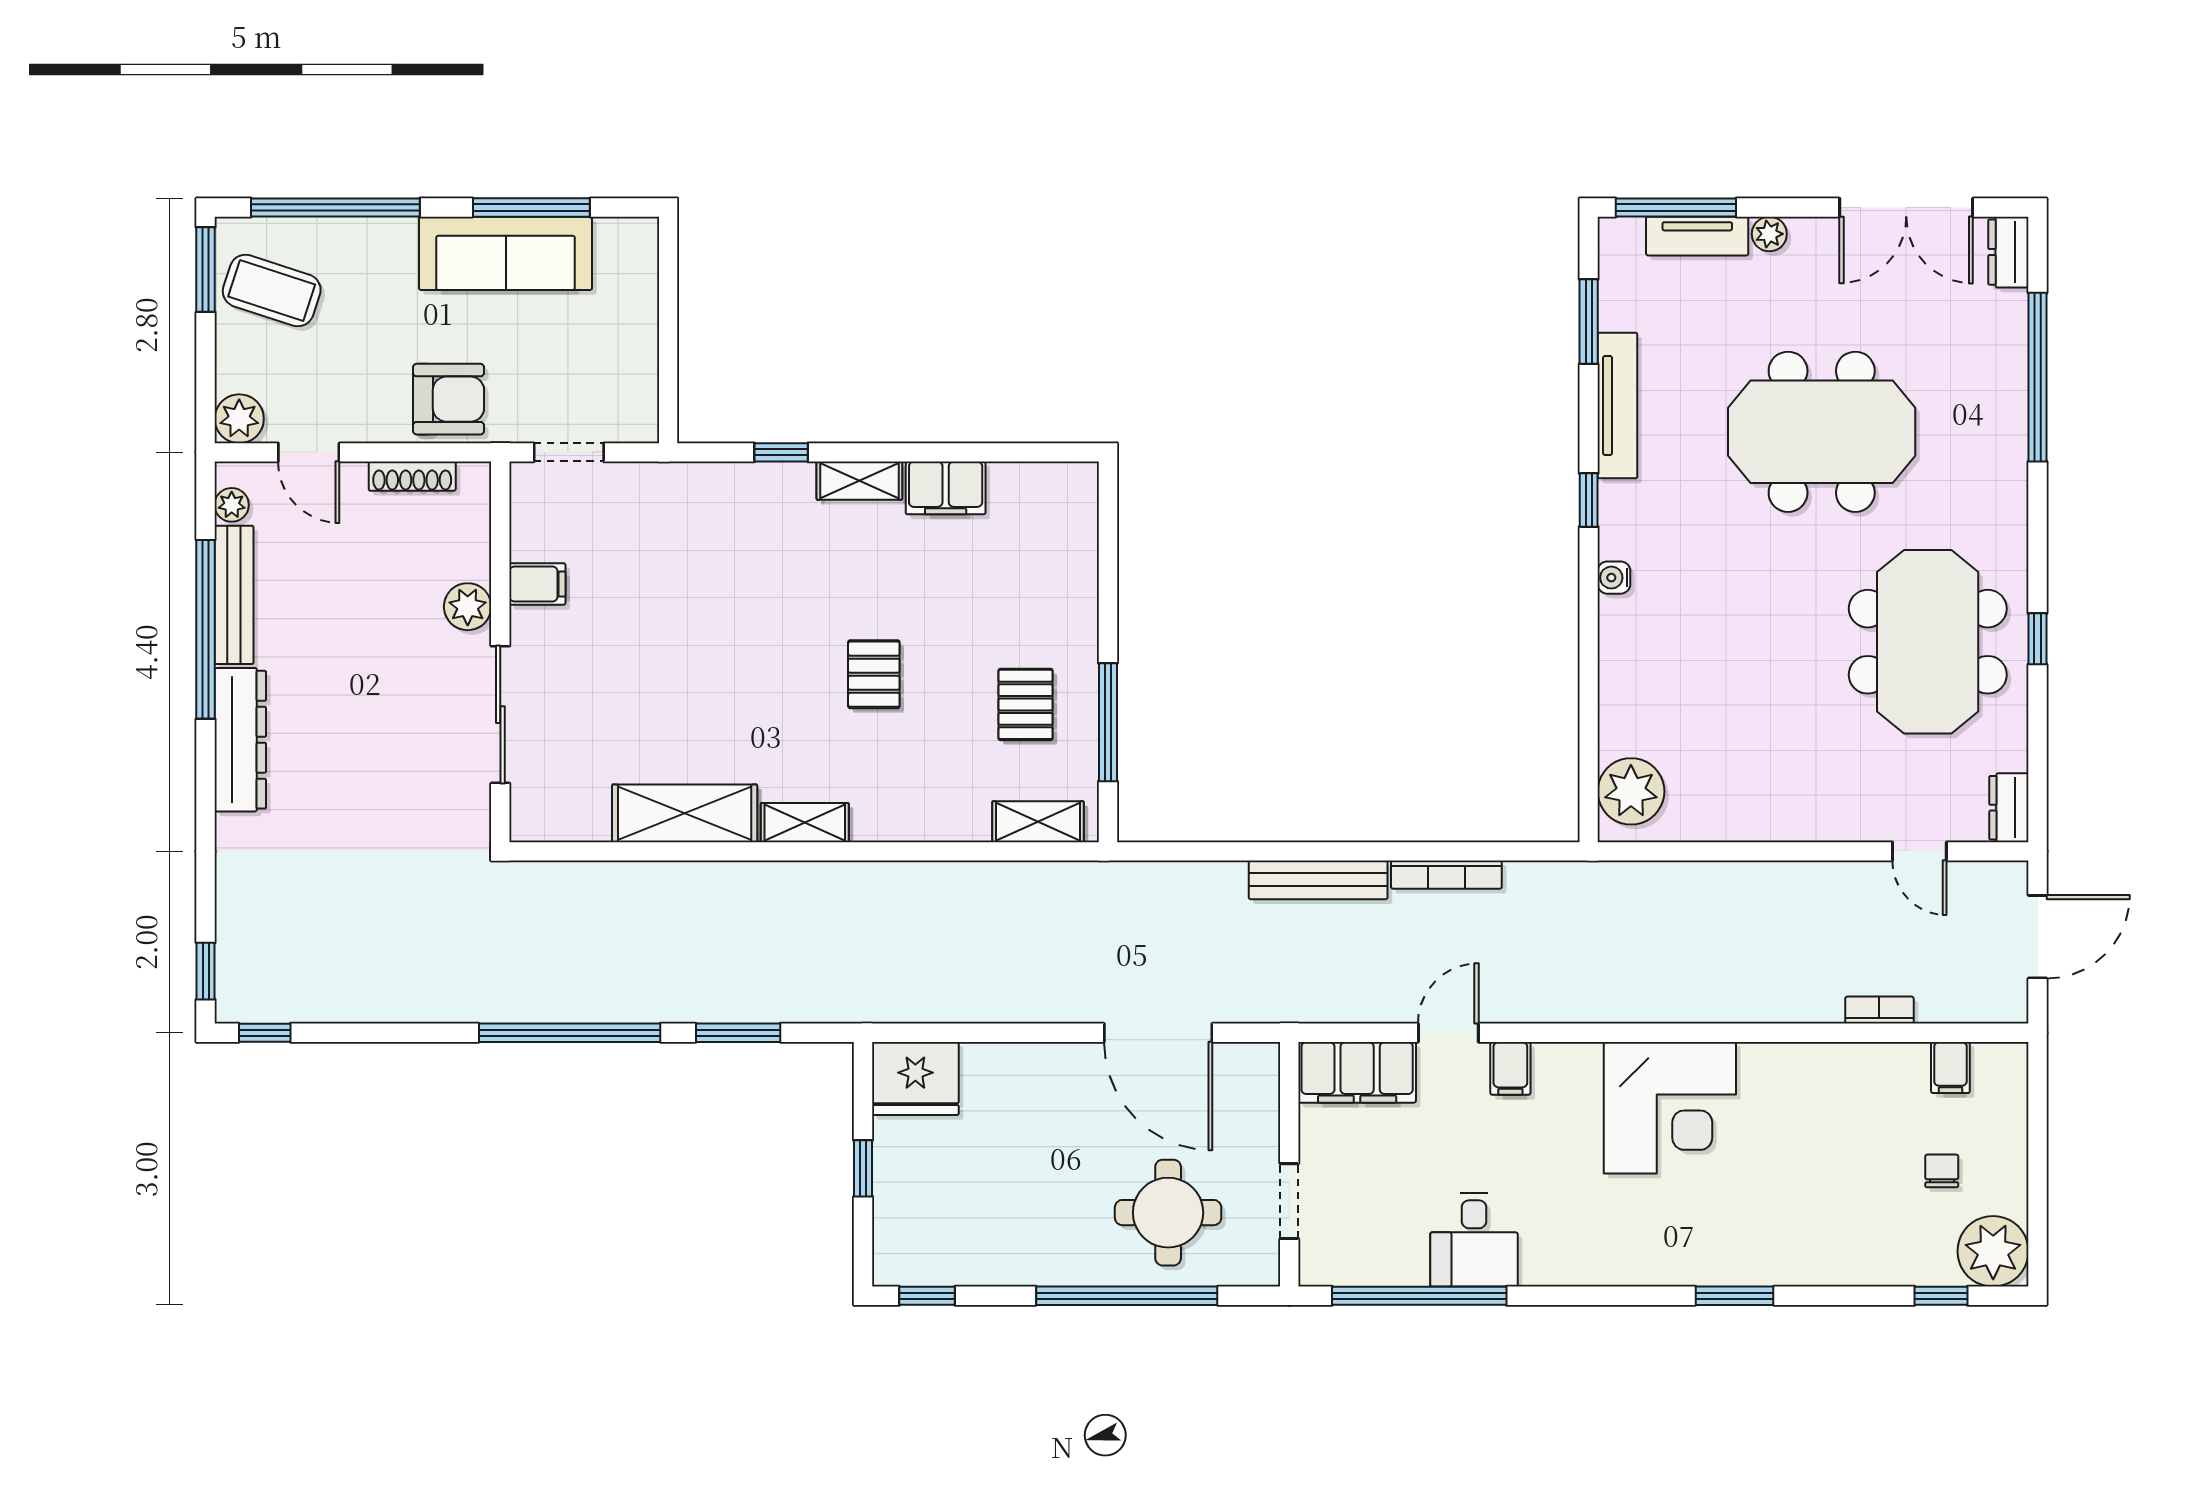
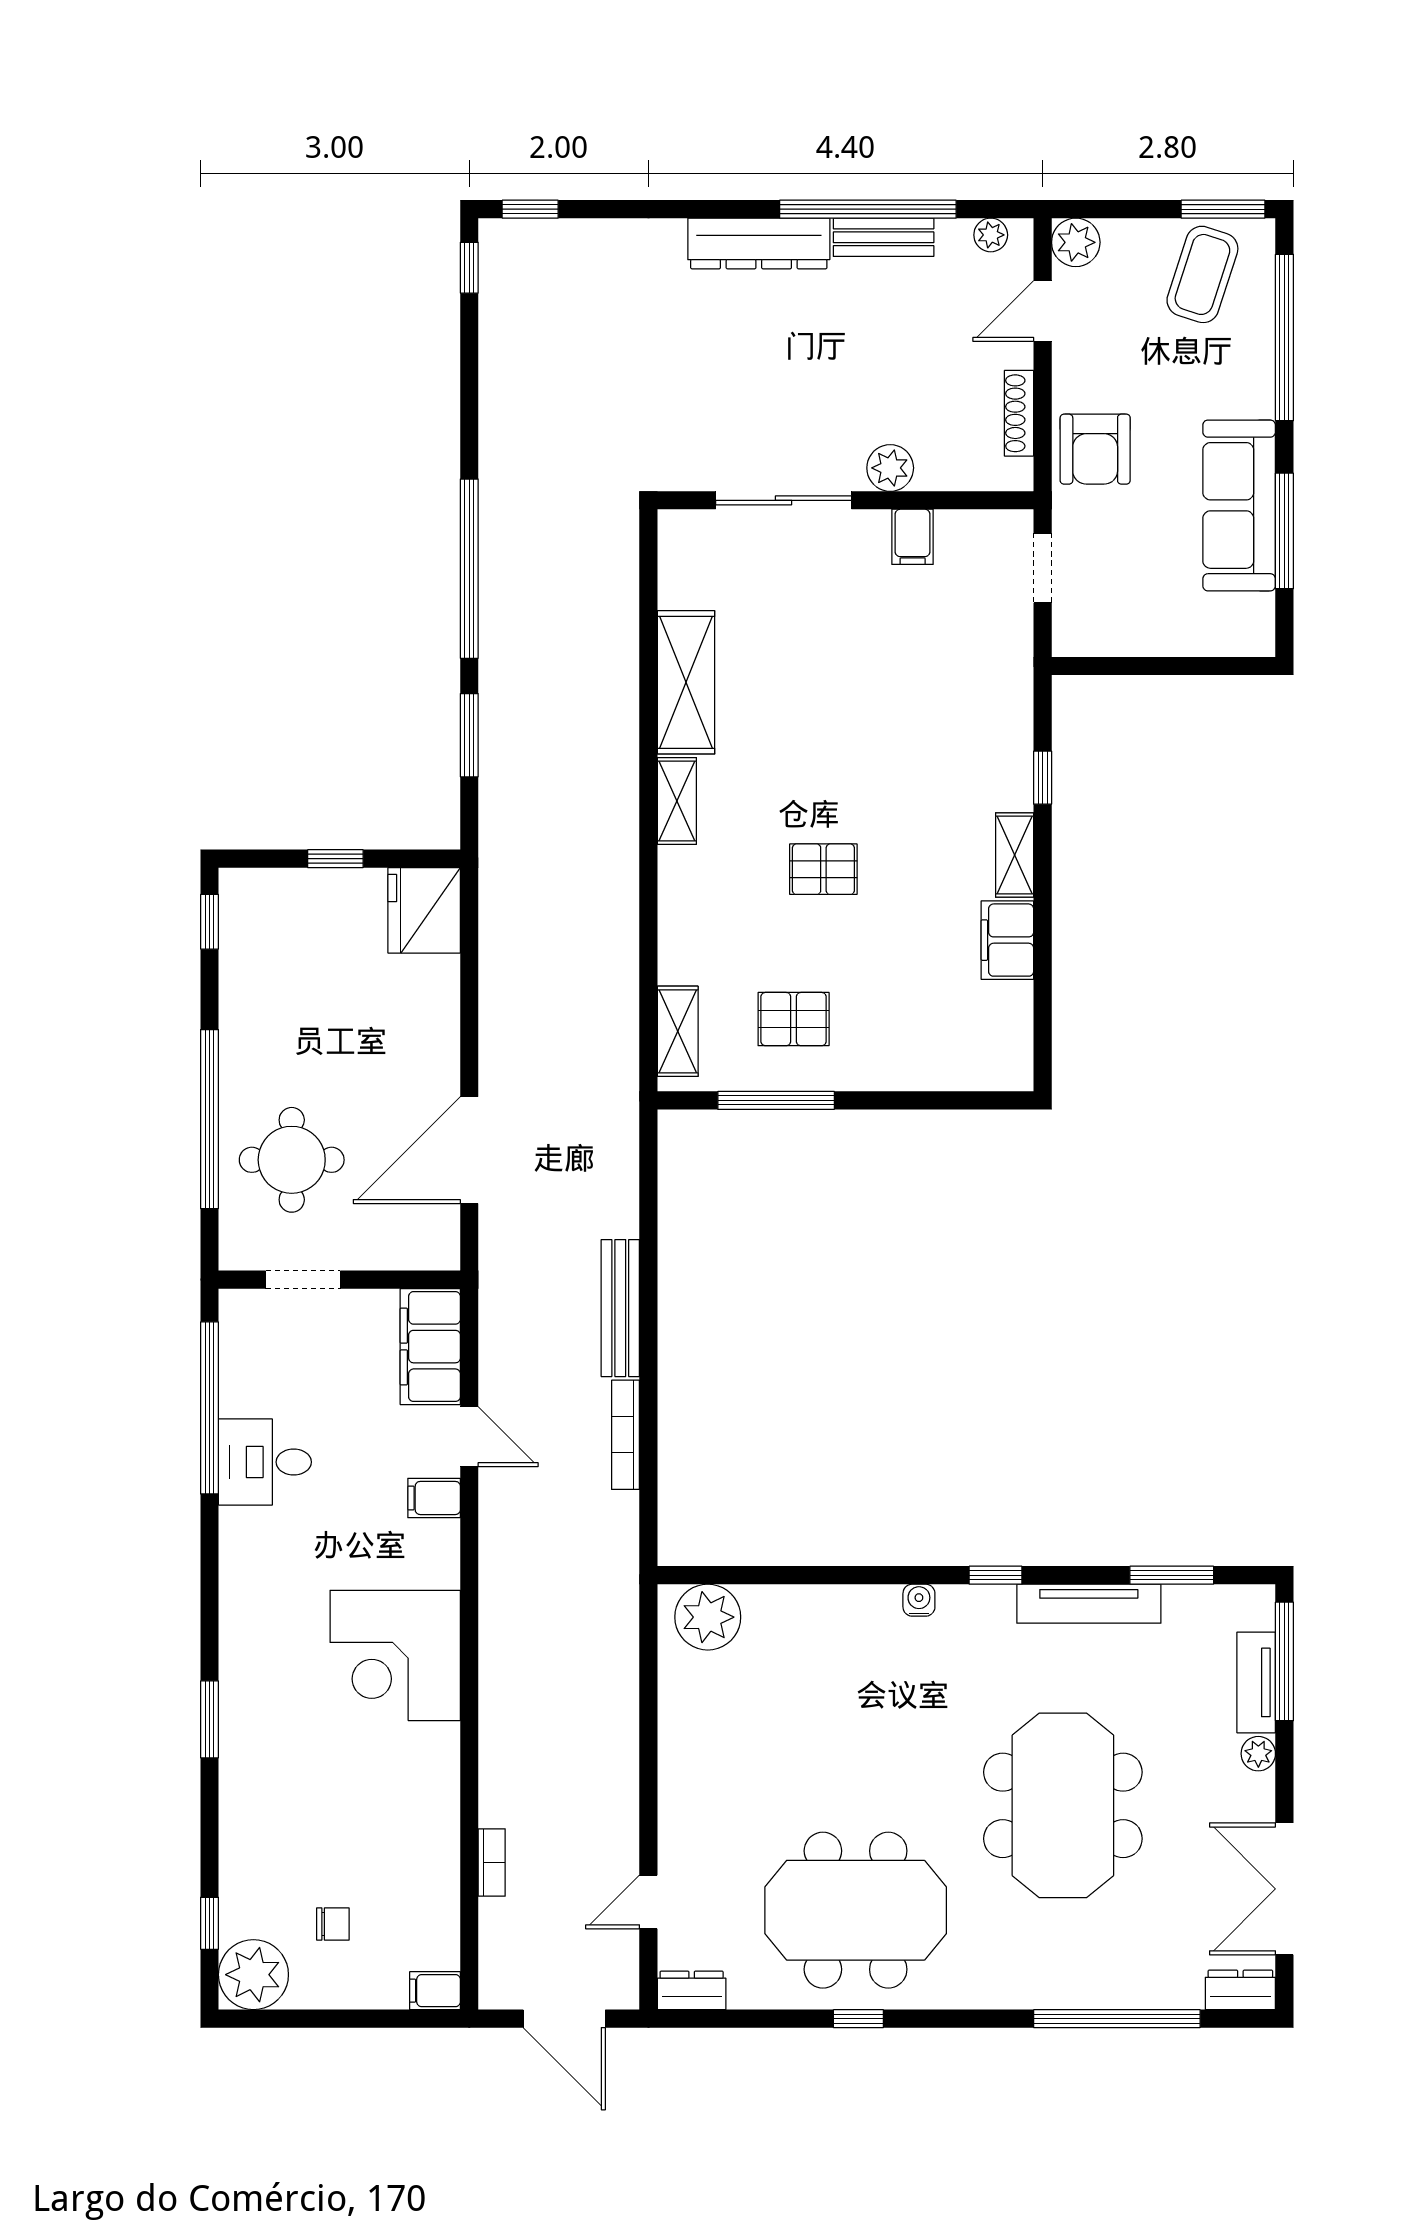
bench: (234, 595) -> (884, 237), width x0.73
filing cabinet: (1950, 1068) -> (435, 1991), moved

